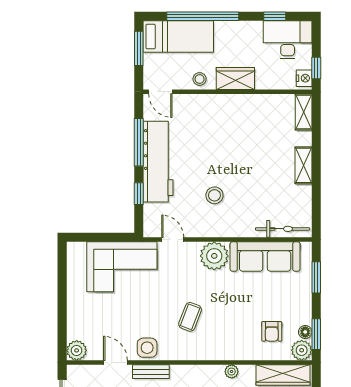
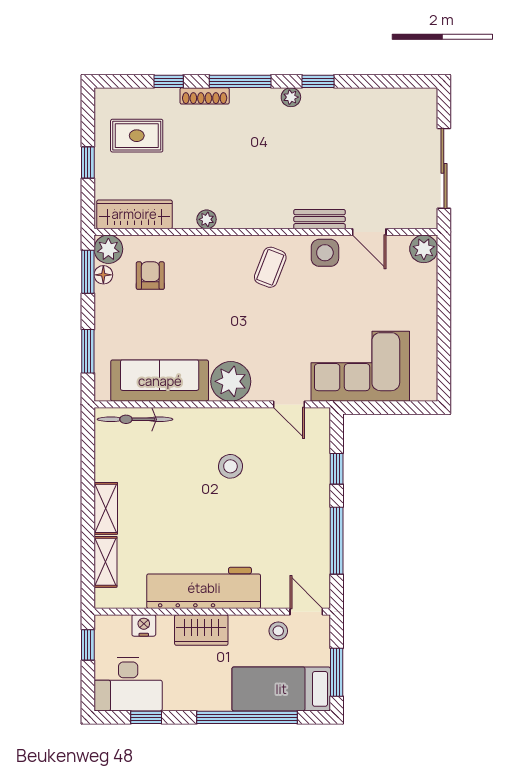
nightstand: (304, 78) -> (144, 625), moved, turned 90
stool: (200, 79) -> (278, 631), moved
shelving: (304, 112) -> (106, 562), moved
workbench: (158, 162) -> (204, 588), moved, turned 90
coffee table: (190, 317) -> (270, 267), moved

